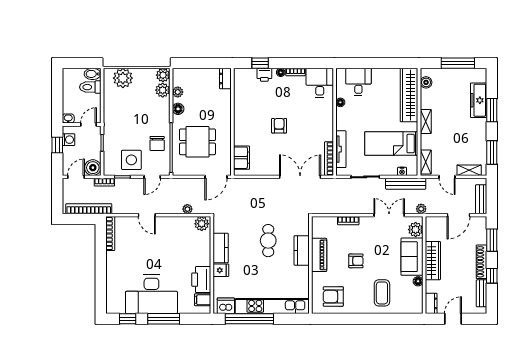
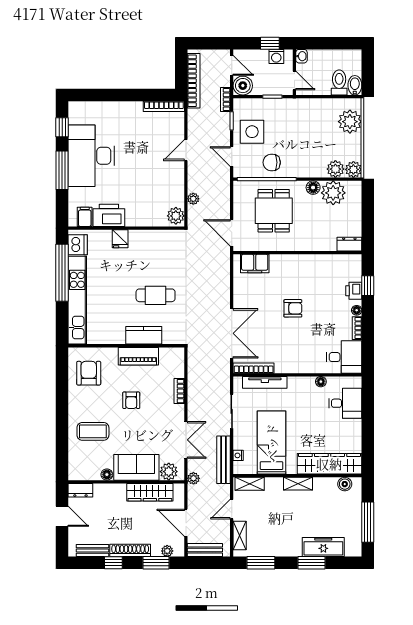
plant: (178, 92) -> (333, 193), width x1.88, depth x1.88
plant: (482, 231) -> (167, 551), added
kitchen counter: (221, 248) -> (147, 238), removed
wardrobe: (433, 261) -> (150, 492), moved

